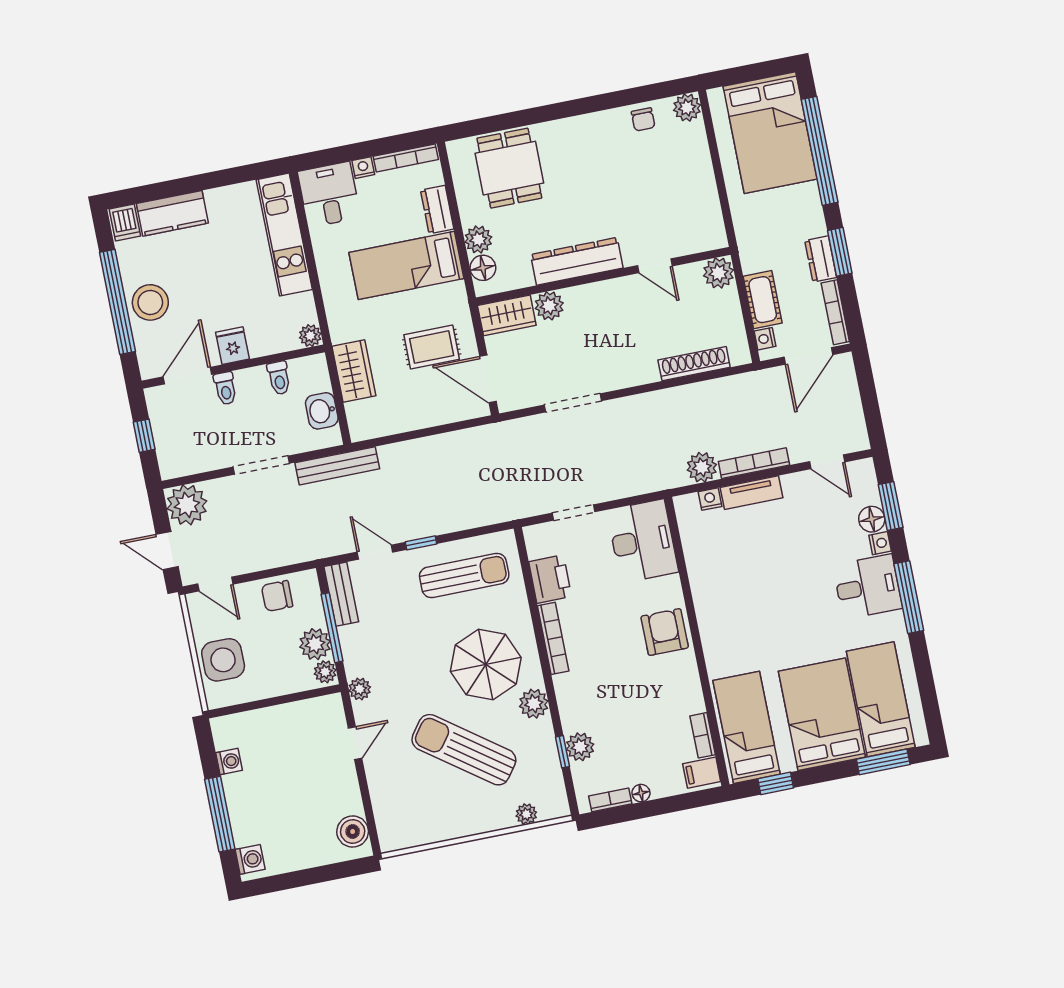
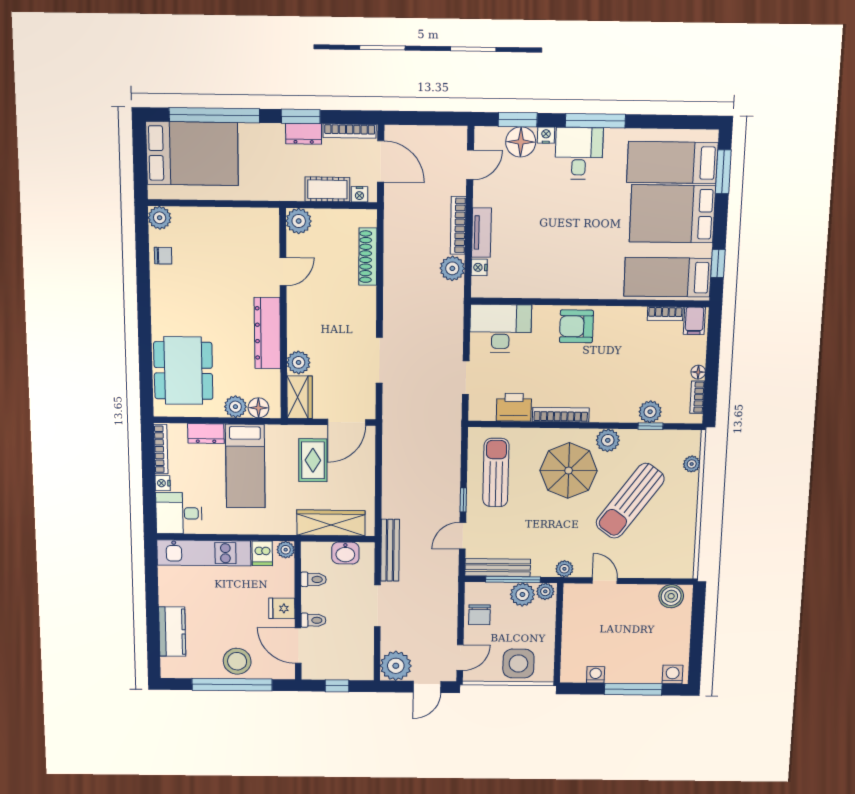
dining table: (509, 168) -> (183, 371), width x1.38
dishwasher: (125, 222) -> (262, 553), moved, turned 90
wardrobe: (354, 371) -> (331, 523), width x1.50
floor lamp: (872, 519) -> (521, 142), width x1.38, depth x1.38
bench: (341, 594) -> (498, 568), width x1.36

